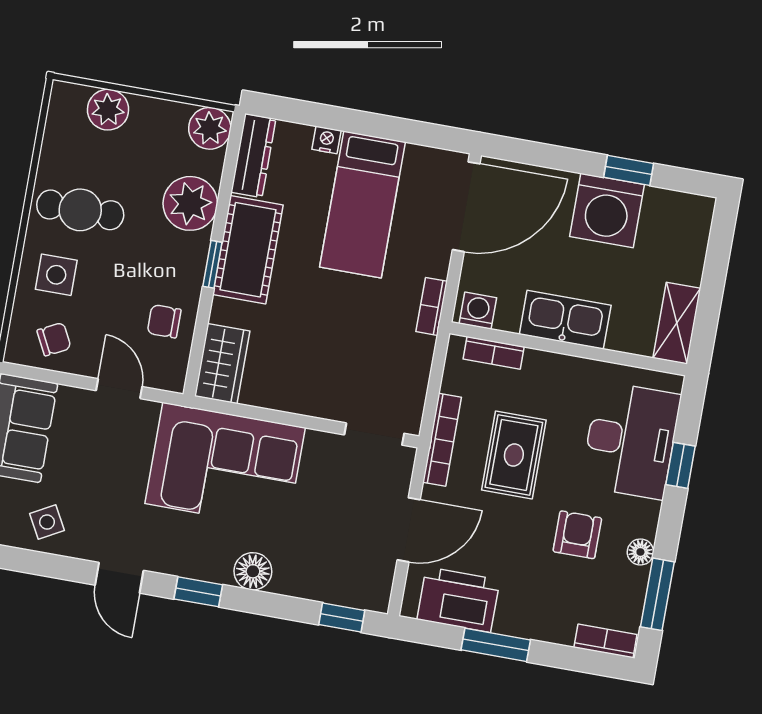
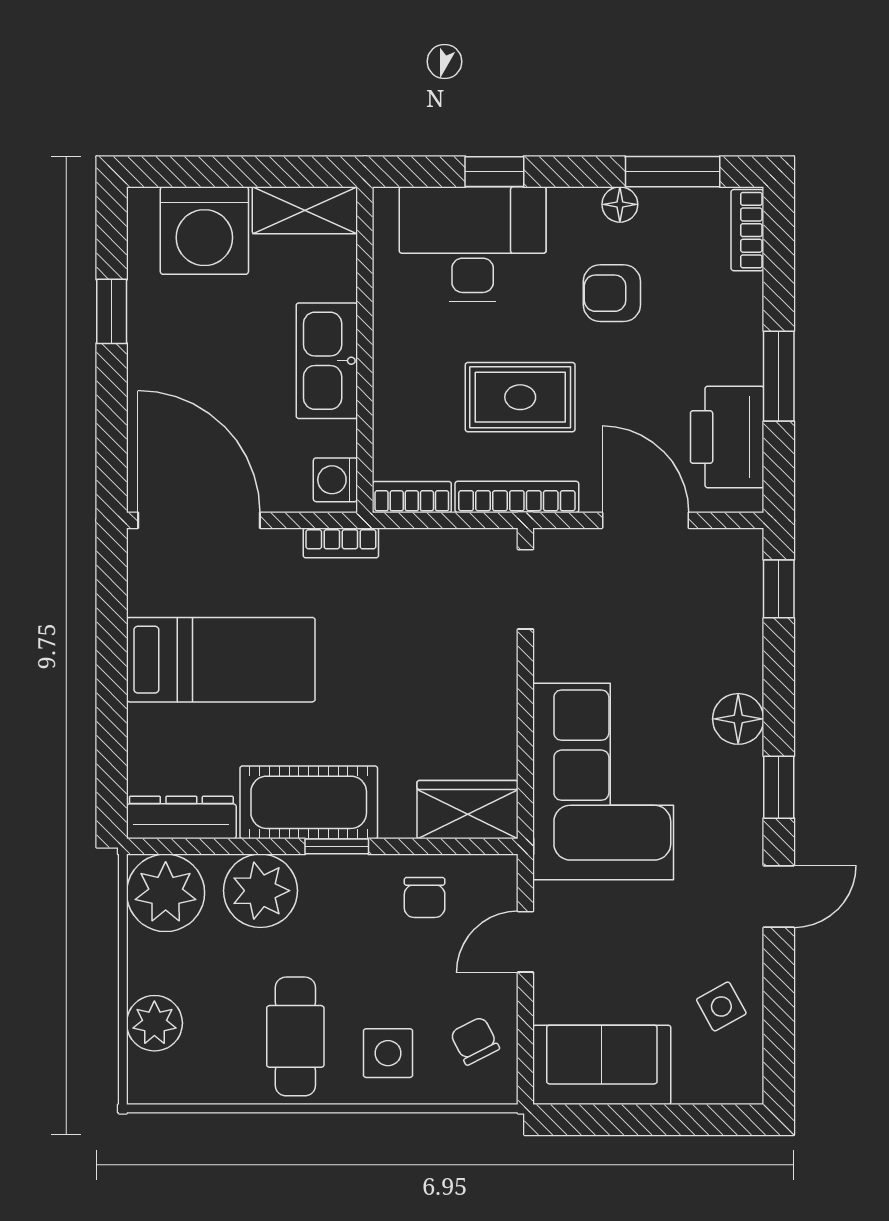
plant: (210, 128) -> (166, 893), width x1.36, depth x1.36
nightstand: (327, 140) -> (143, 723), removed
washing machine: (607, 211) -> (204, 231), moved, turned 90
bookcase: (494, 353) -> (412, 497), moved, turned -90

